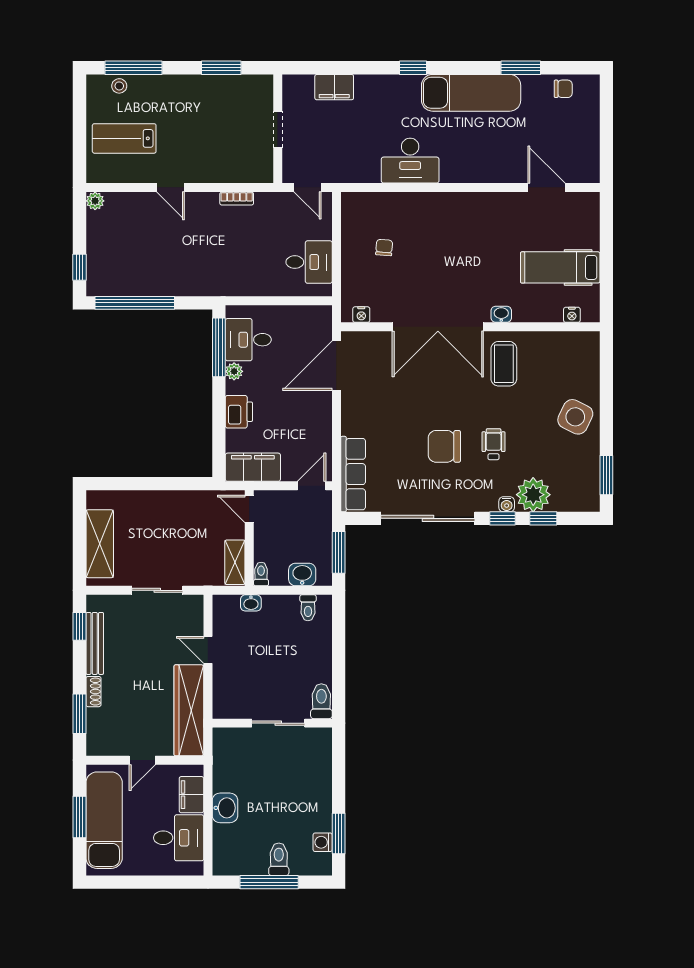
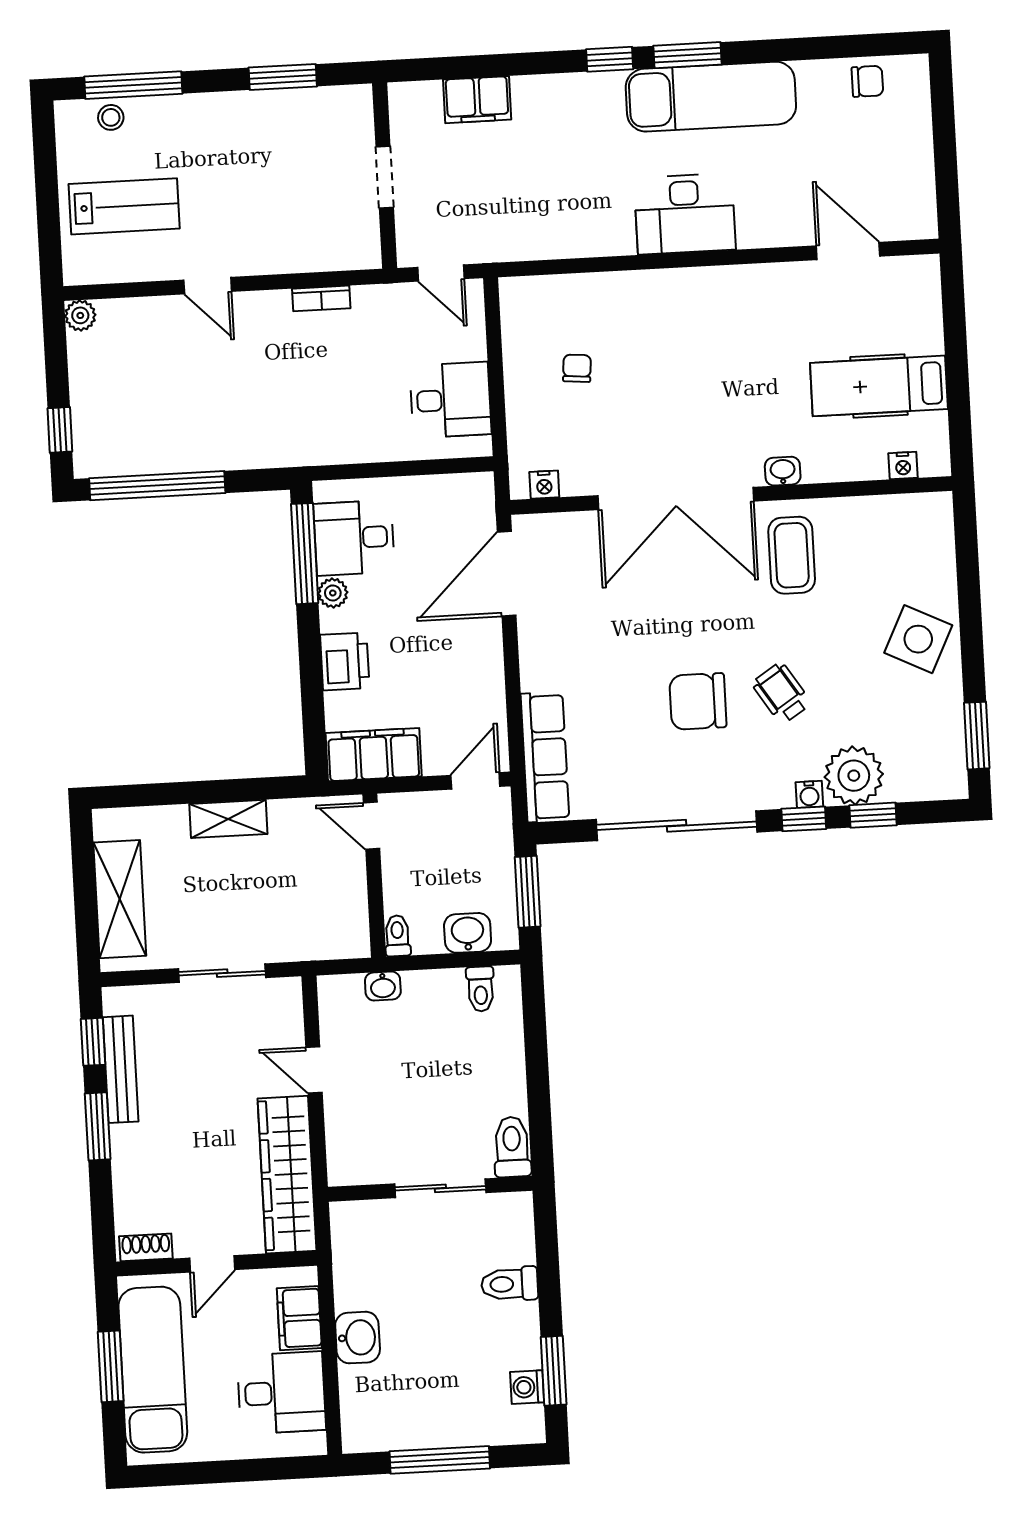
window: (521, 68) -> (687, 55), moved
lab bench: (124, 138) -> (124, 206), turned 180
desk: (410, 161) -> (685, 214), moved
wheelchair: (494, 444) -> (781, 693), turned -33
shelving: (235, 562) -> (228, 819), moved, turned 90
shoe rack: (93, 692) -> (146, 1247), moved, turned -90
window: (80, 714) -> (98, 1126), moved
toilet: (279, 859) -> (510, 1284), moved, turned -90

